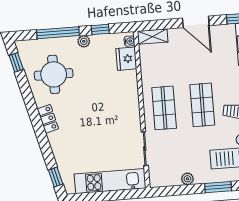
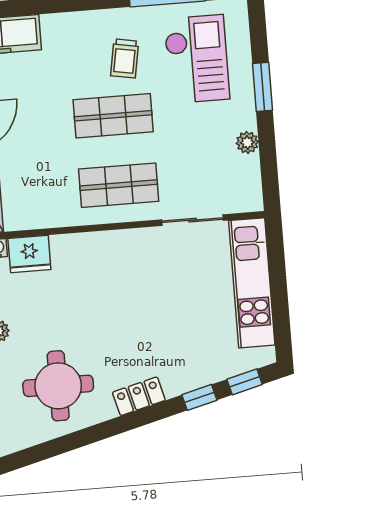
window: (16, 62) -> (199, 397), moved

